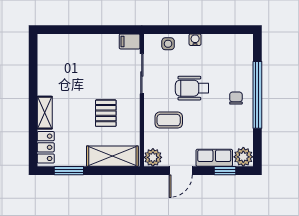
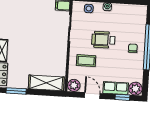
pallet: (106, 113) -> (43, 53), removed
door: (181, 171) -> (92, 95), swing flipped

